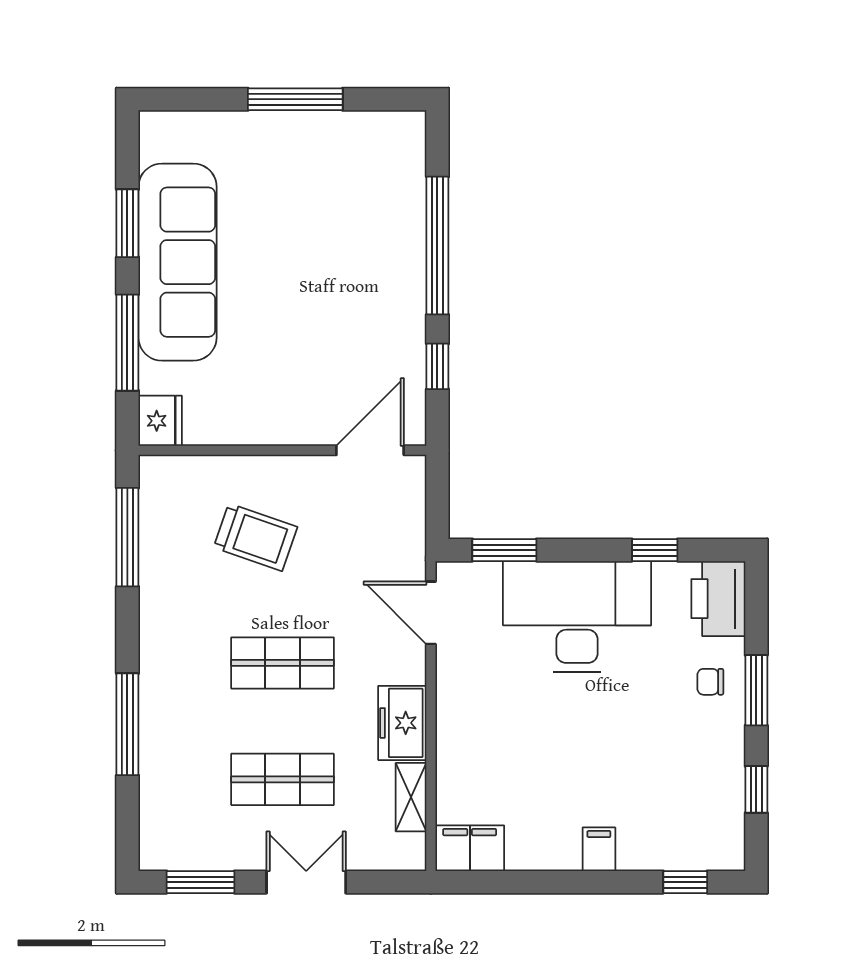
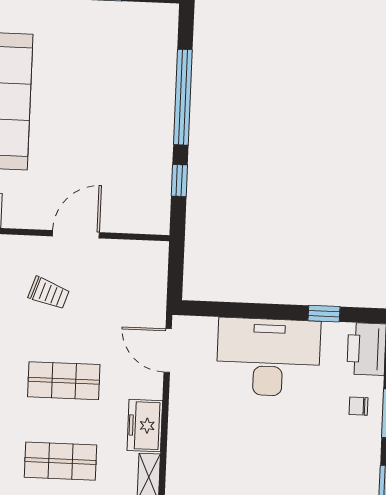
door: (370, 450) -> (76, 234), moved
trolley: (255, 537) -> (49, 293), width x0.73, depth x0.72
window: (504, 550) -> (220, 309), removed

